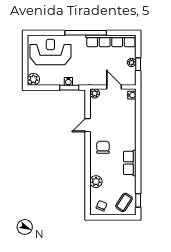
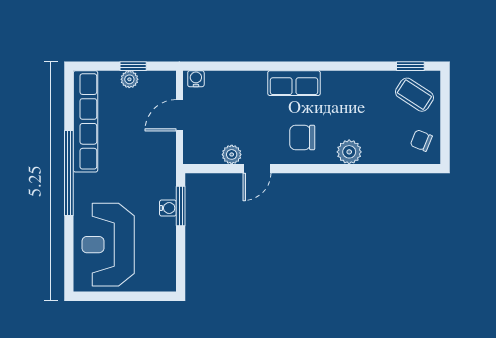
plant: (33, 79) -> (164, 279), removed
plant: (95, 93) -> (232, 154), moved
door: (88, 125) -> (257, 169), hinge flipped
row of seats: (130, 163) -> (294, 83), moved
plant: (96, 182) -> (349, 152), moved

